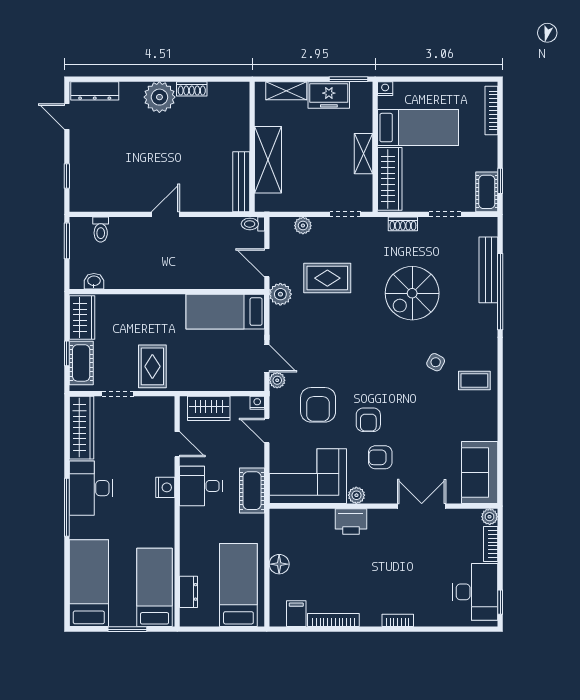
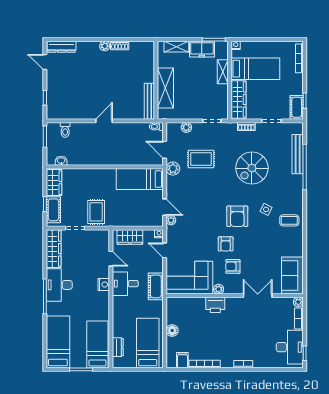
plant: (159, 97) -> (105, 46), width x0.53, depth x0.53
shelving: (363, 154) -> (223, 72), moved
armchair: (318, 405) -> (237, 216), moved

